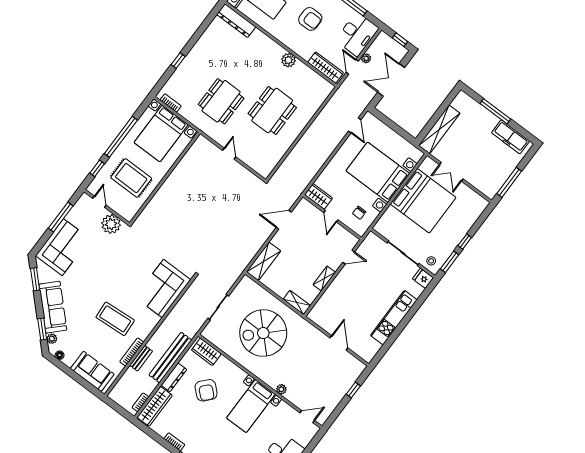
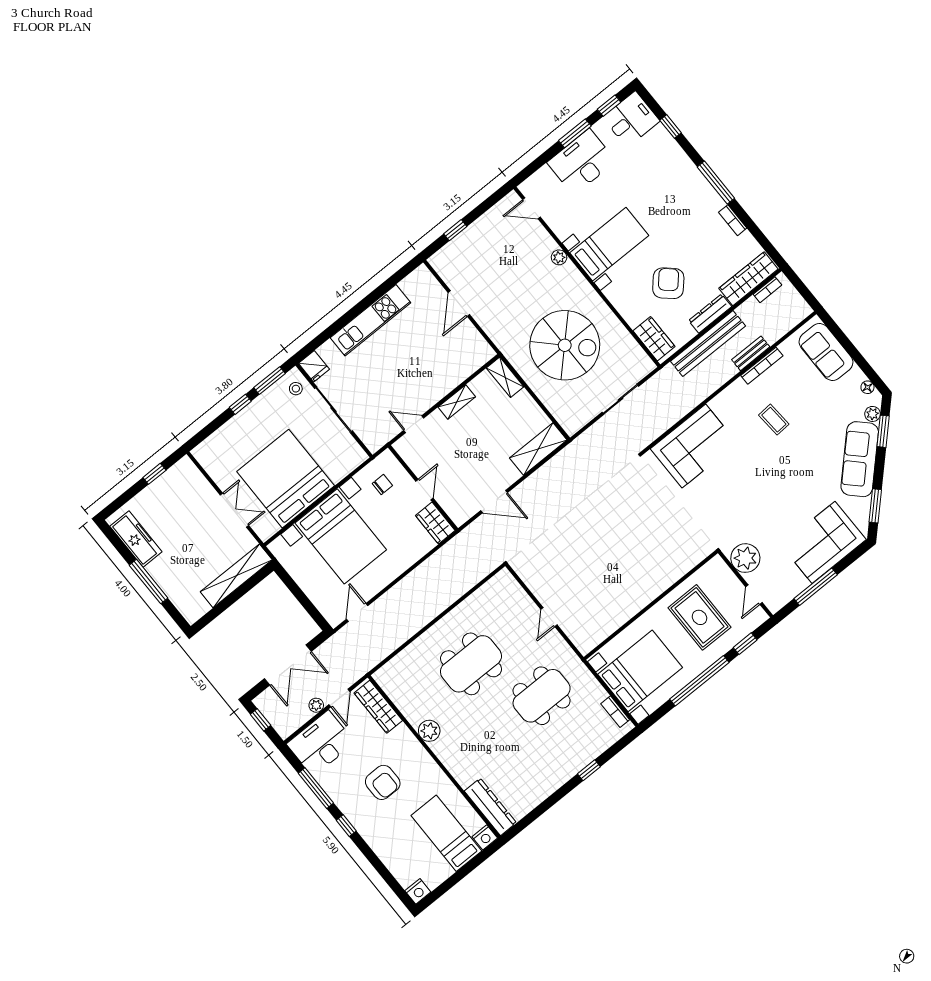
armchair: (310, 19) -> (383, 782), turned 180
window: (509, 182) -> (154, 474), width x0.46
coffee table: (115, 319) -> (774, 420), width x0.54, depth x0.58

